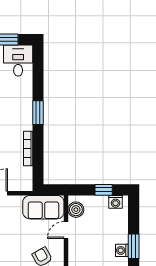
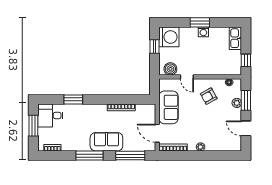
window: (38, 113) -> (73, 99), moved
washing machine: (116, 202) -> (169, 37), width x1.89, depth x1.89
sofa: (43, 207) -> (168, 107), moved

